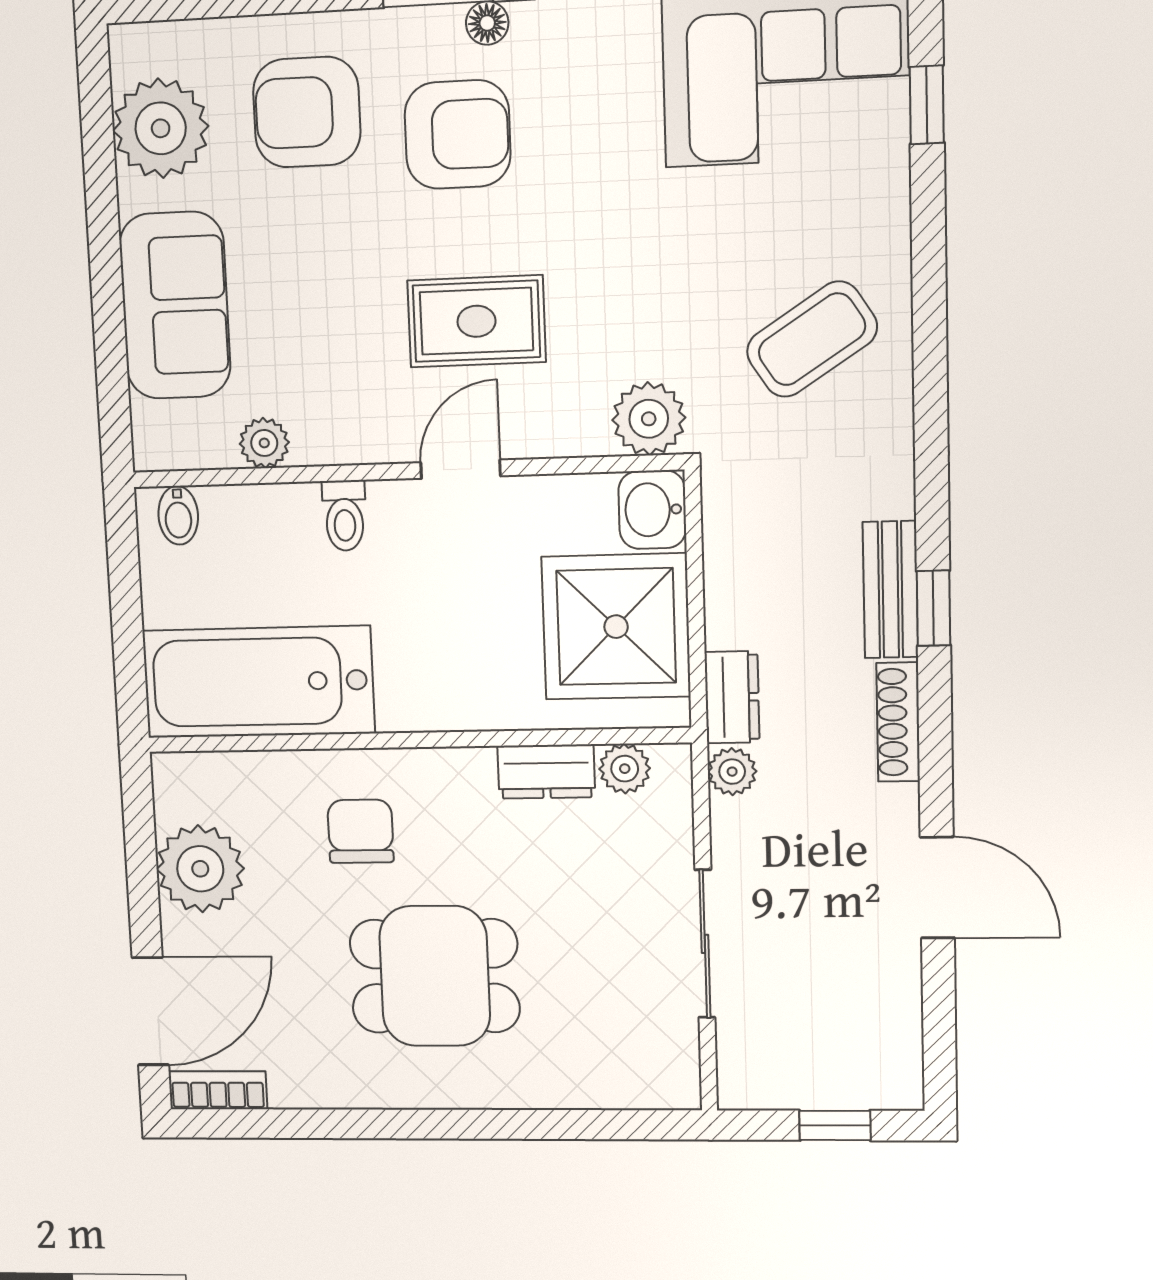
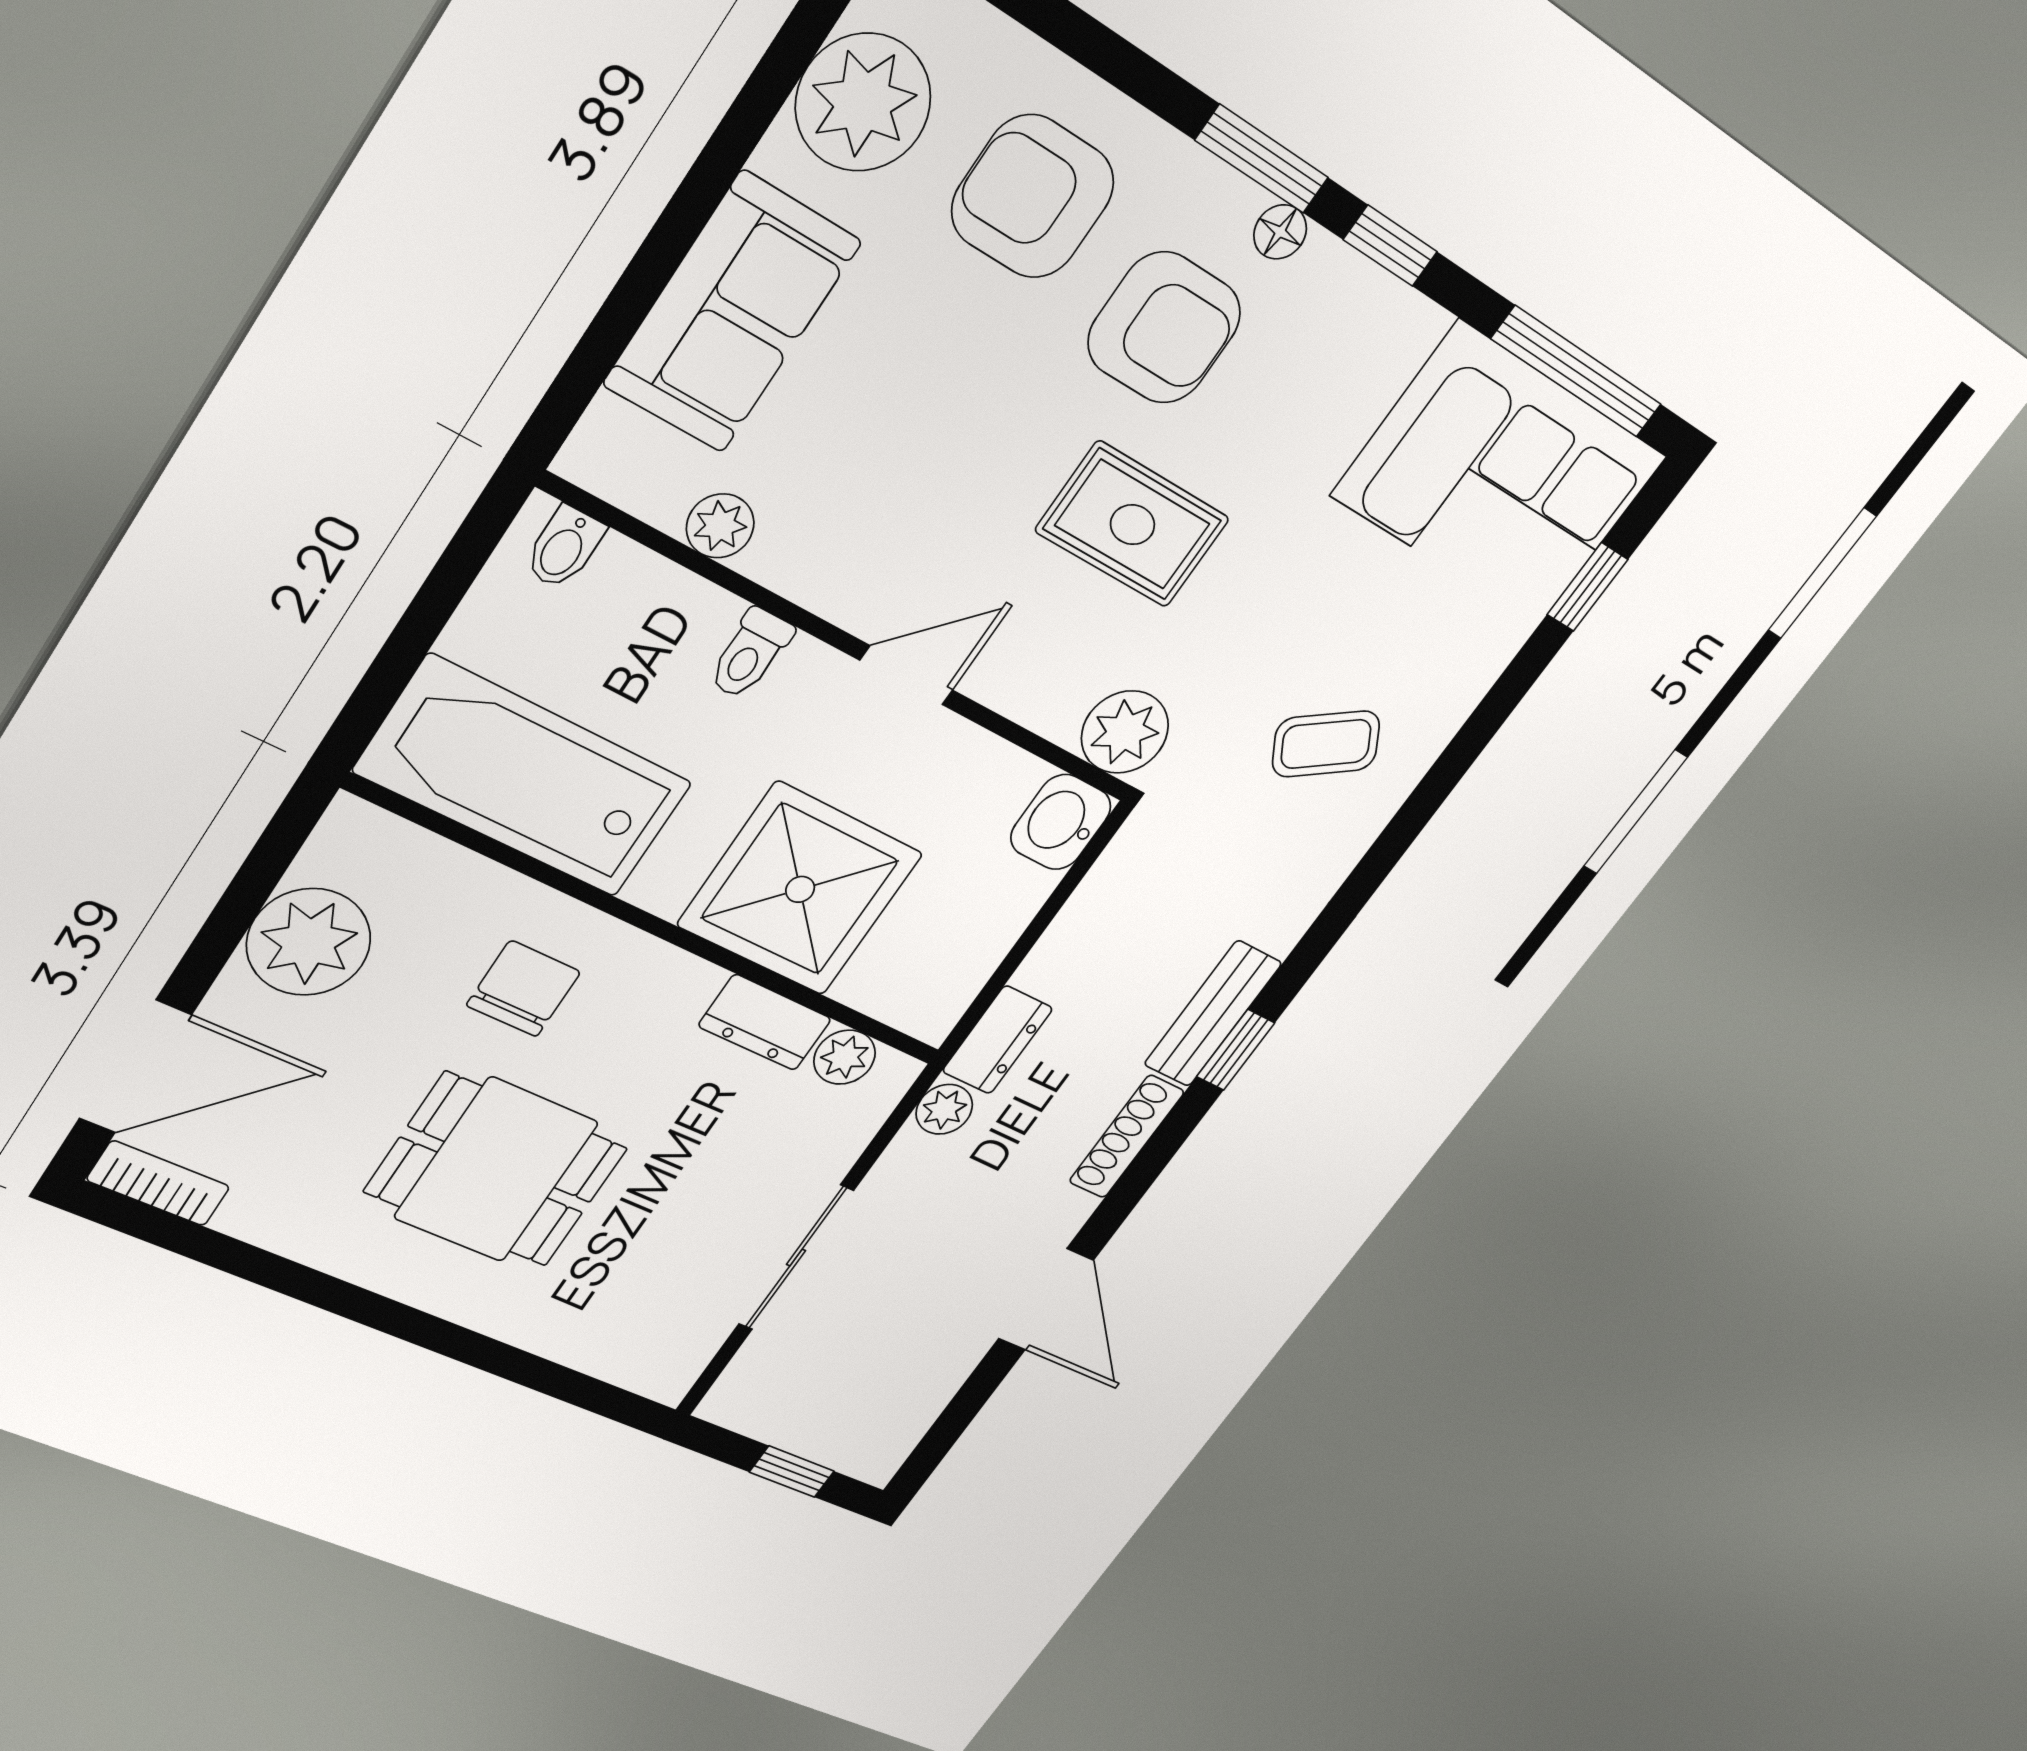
rug: (477, 321) -> (1132, 525), moved
coffee table: (812, 339) -> (1326, 744), width x0.73, depth x0.77
shower: (616, 627) -> (800, 889), moved

